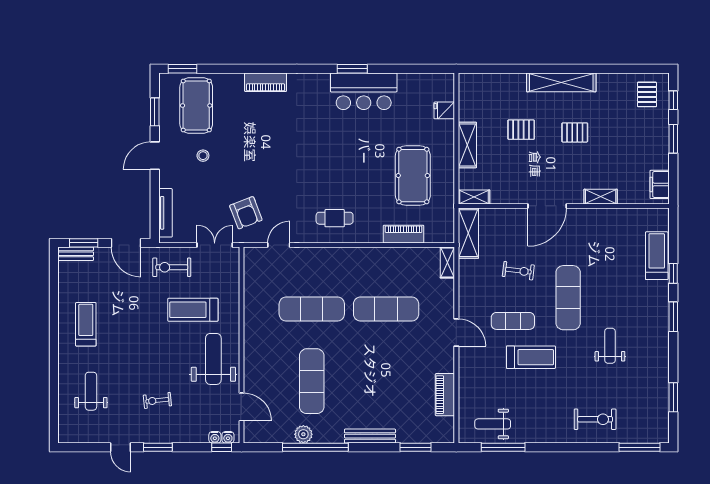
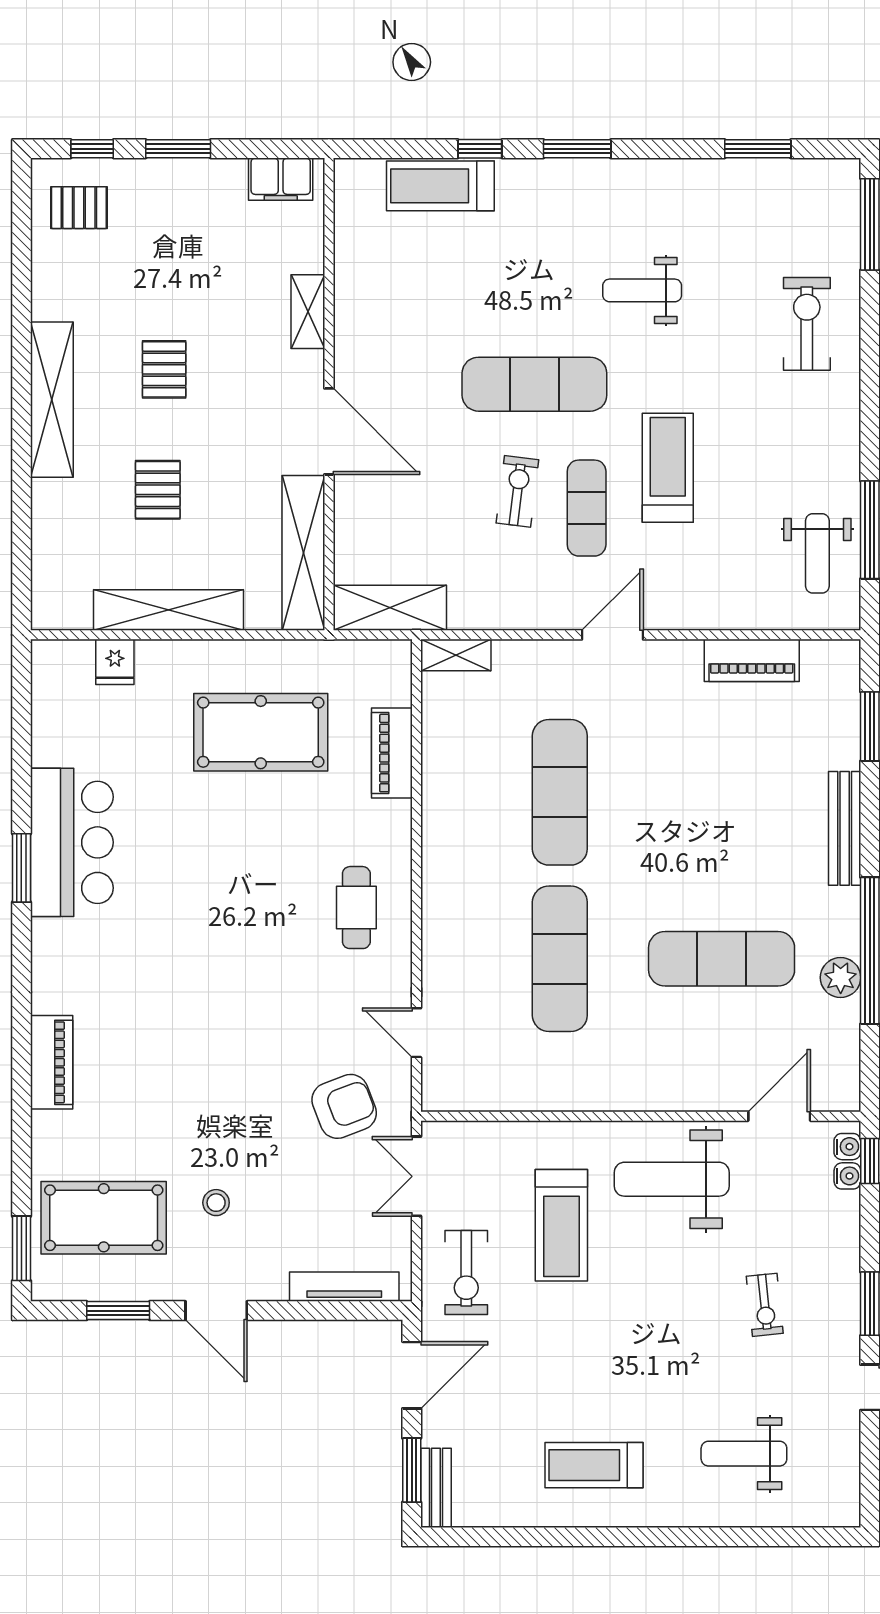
shelving: (467, 145) -> (168, 610), width x1.47
shelving: (474, 197) -> (303, 553), width x2.20, depth x1.33
exercise bike: (518, 271) -> (517, 491), moved

